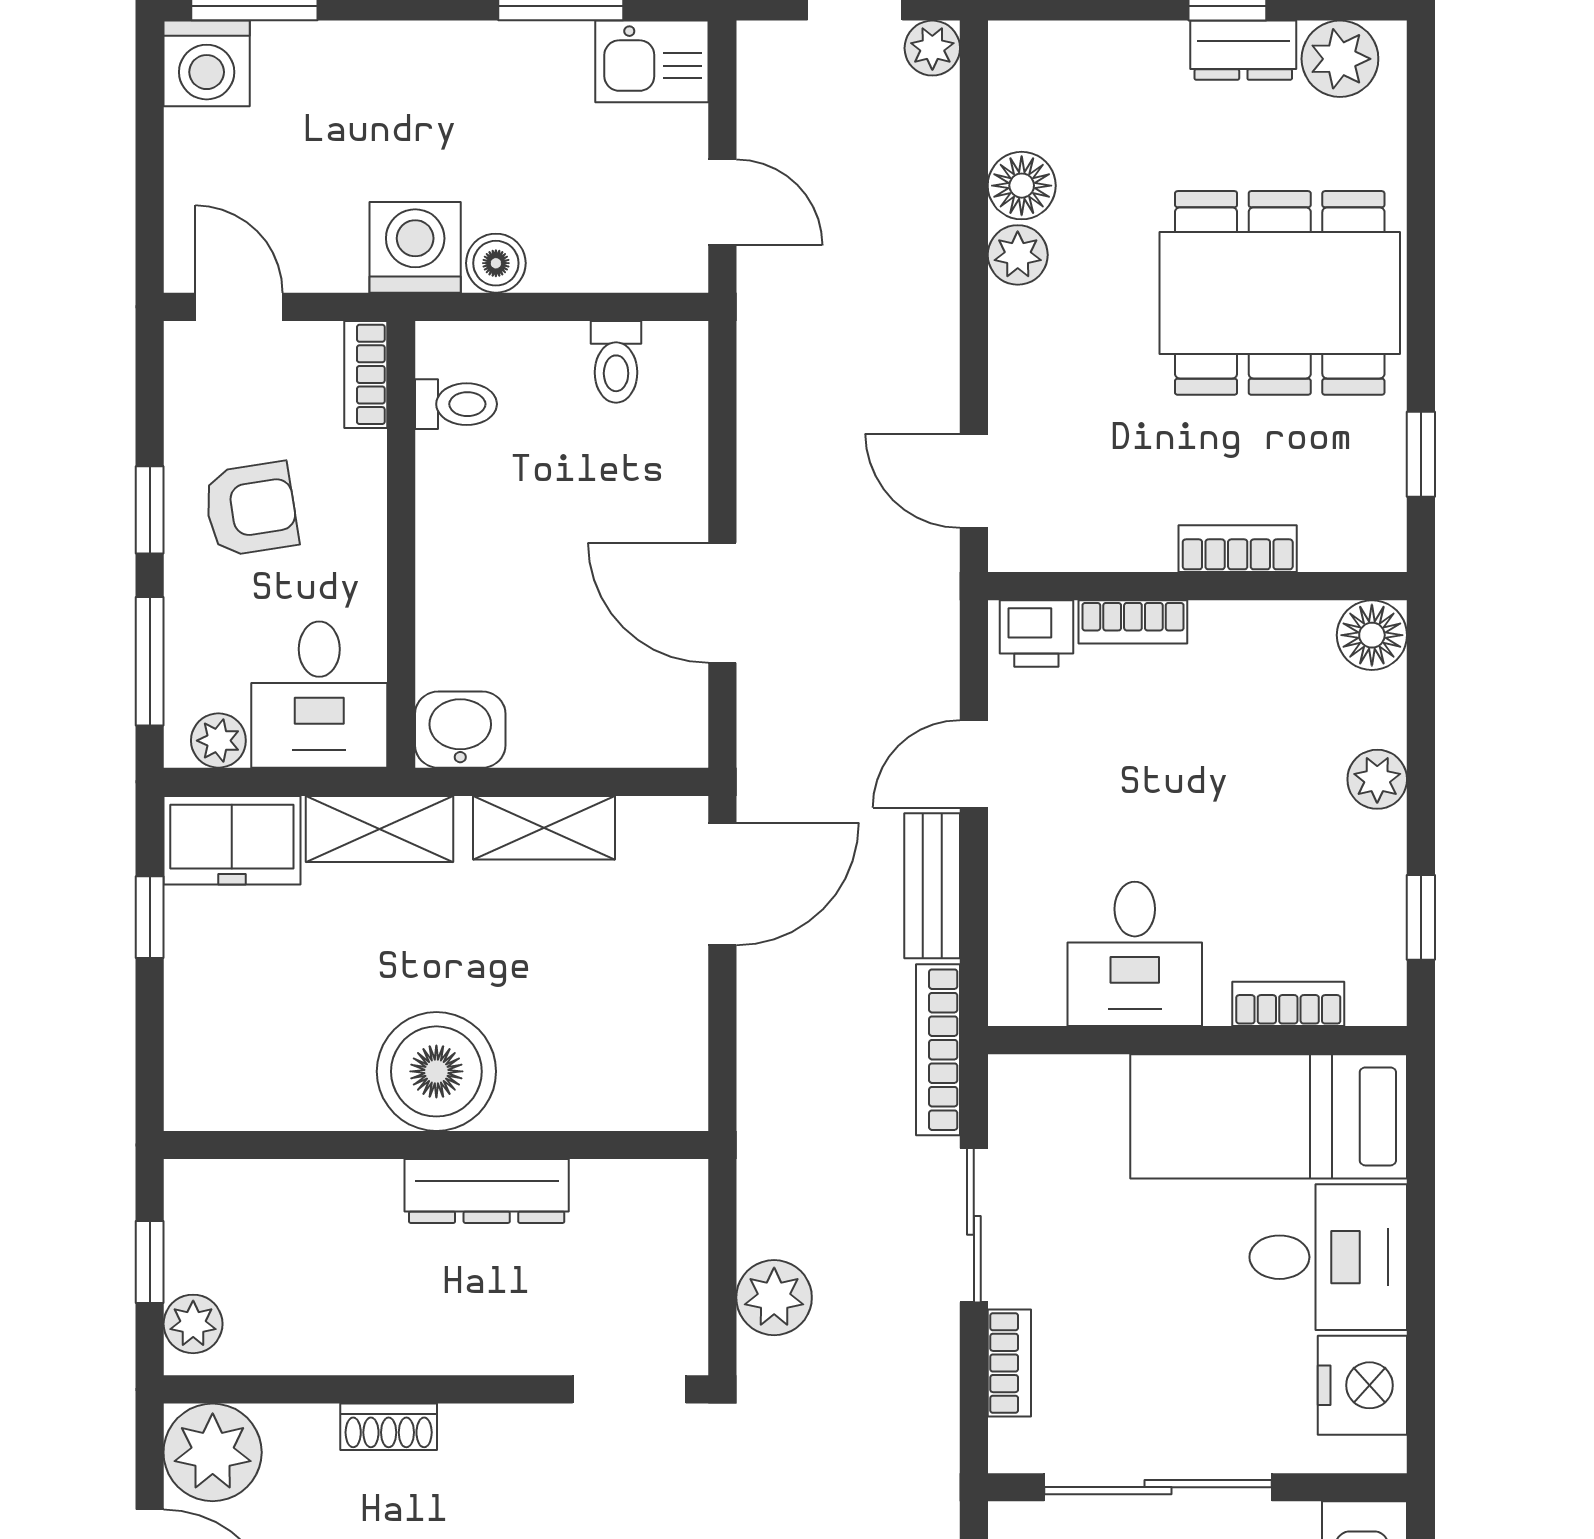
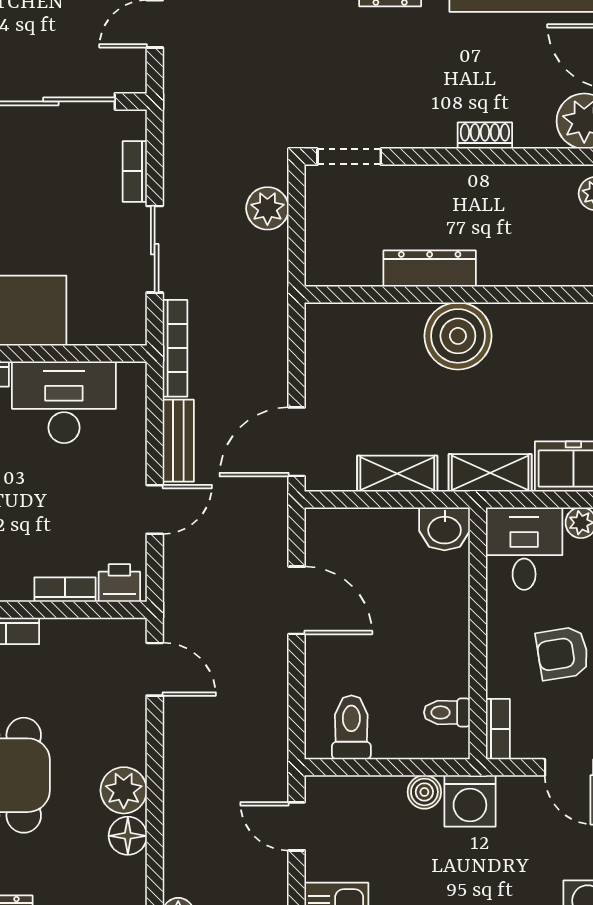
plant: (1018, 255) -> (124, 790), width x1.38, depth x1.38
toilet: (616, 362) -> (351, 727), width x1.37, depth x1.39
desk: (1135, 954) -> (64, 402), width x1.37

